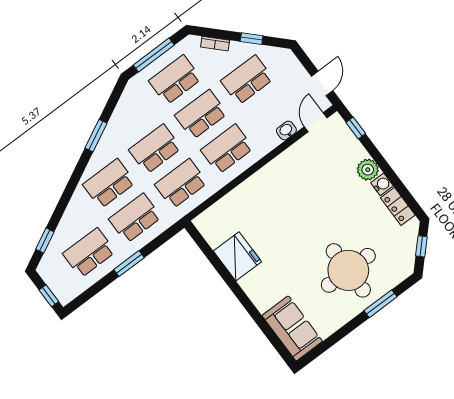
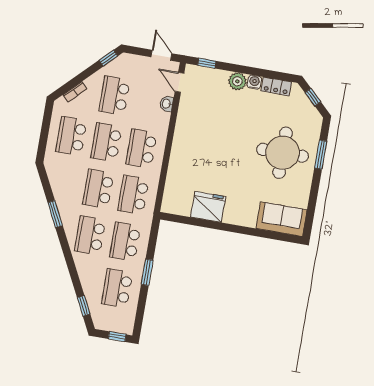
window: (252, 39) -> (108, 58), moved
window: (154, 55) -> (44, 133), removed

